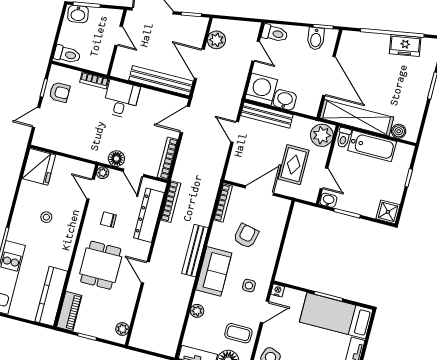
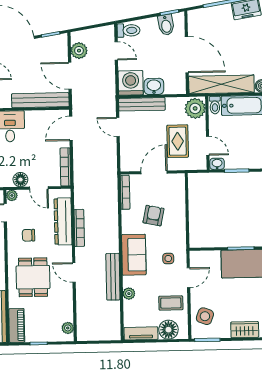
bookcase: (171, 202) -> (79, 228), moved
bench: (195, 251) -> (113, 277), moved
nightstand: (278, 290) -> (195, 256), removed

